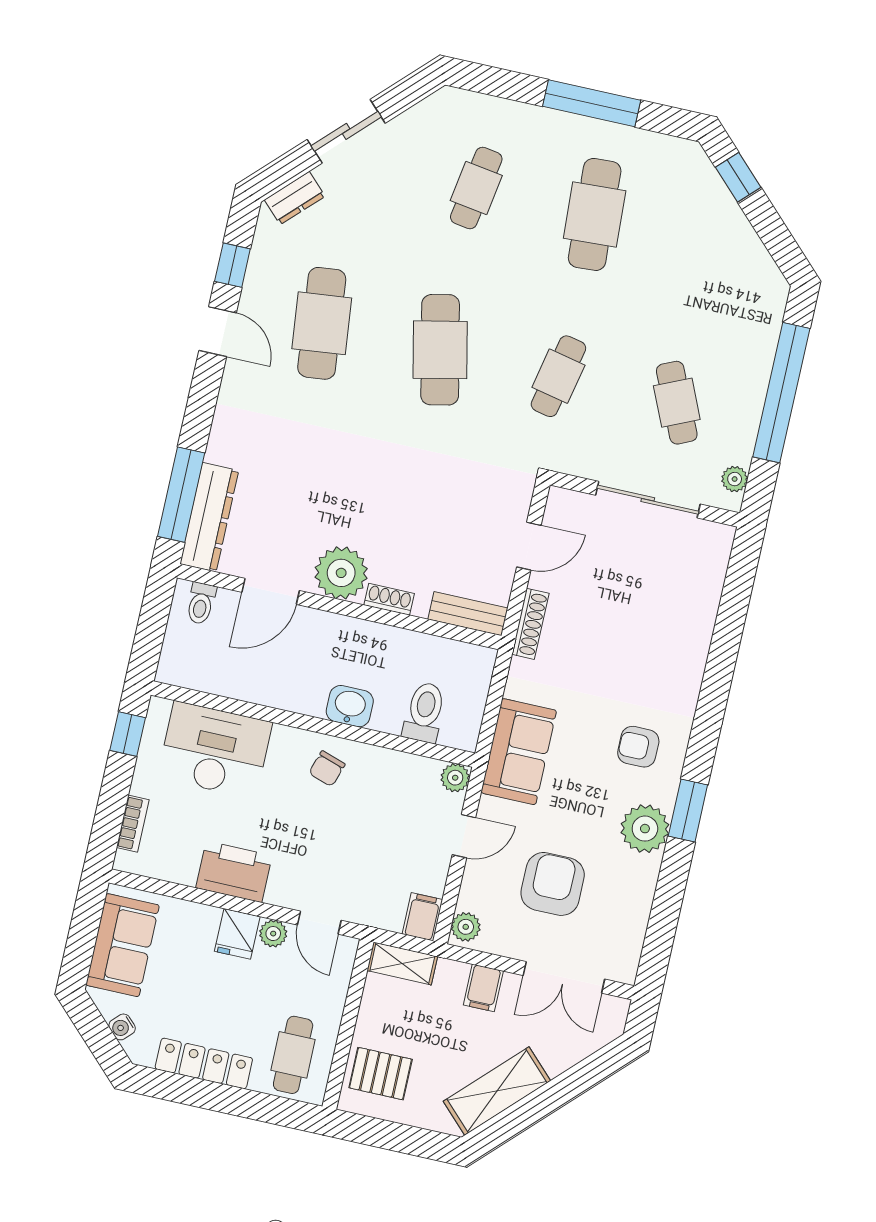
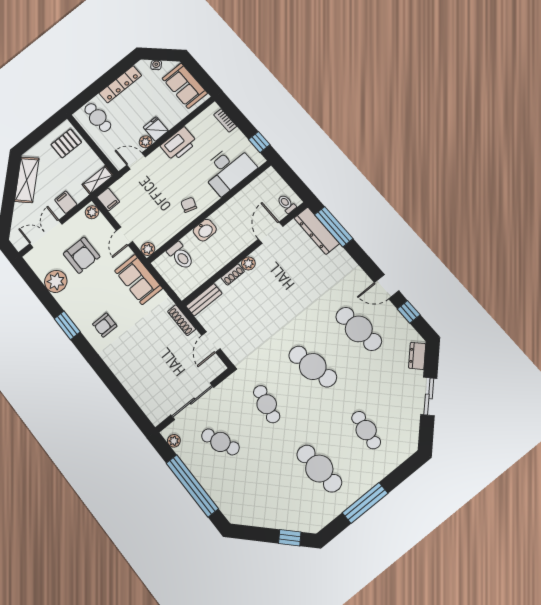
plant: (341, 573) -> (248, 263), width x0.53, depth x0.53
armchair: (638, 747) -> (105, 325), turned 180
plant: (645, 829) -> (56, 281), moved

